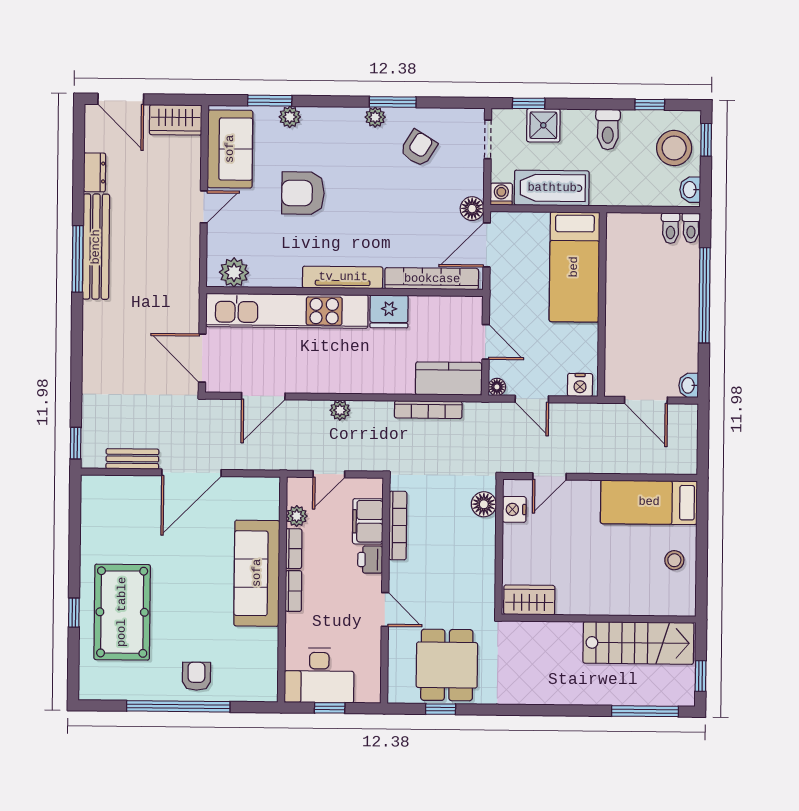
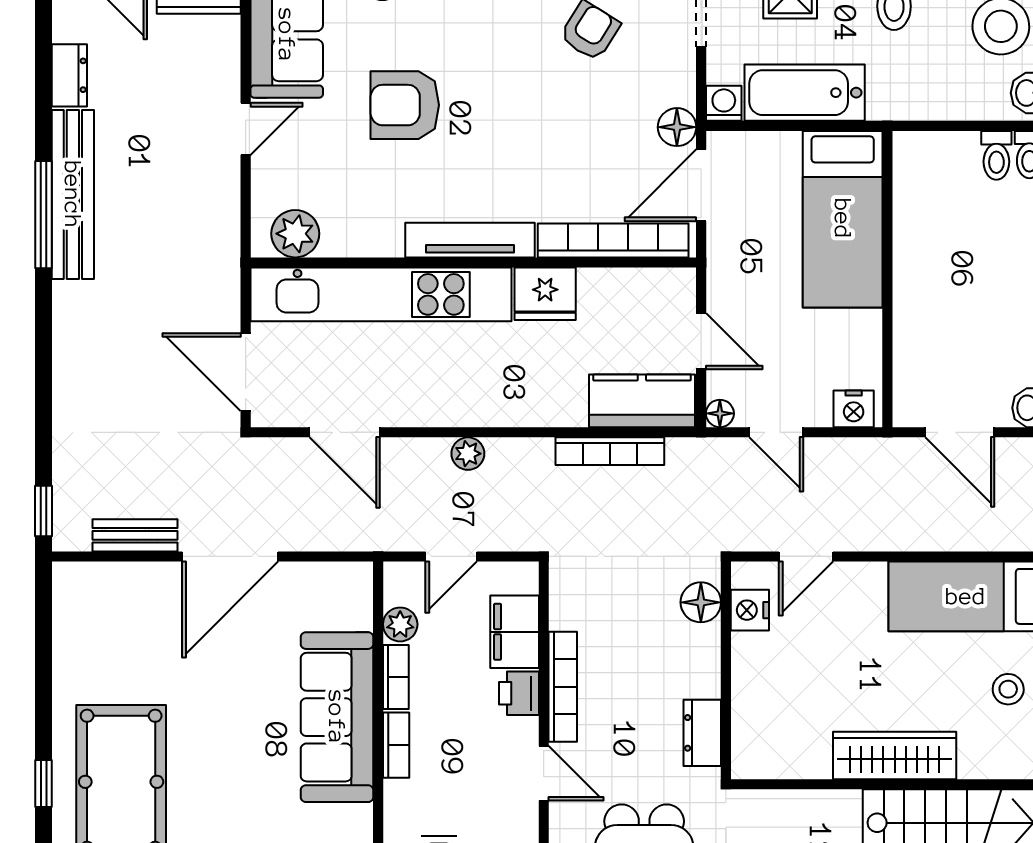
door: (263, 396) -> (345, 432), hinge flipped
bookcase: (398, 526) -> (563, 687), moved
dresser: (484, 585) -> (702, 733), added
wardrobe: (529, 600) -> (895, 755), moved, width x1.50

